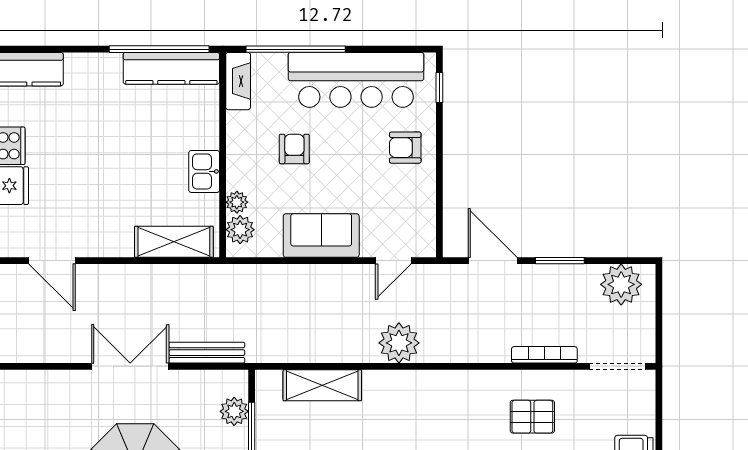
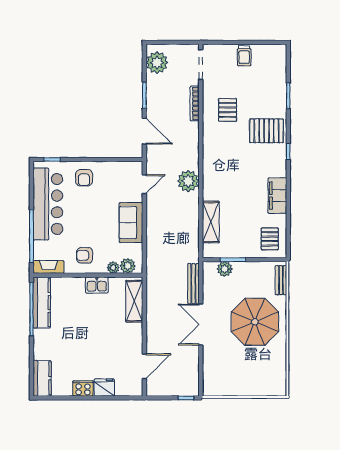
armchair: (294, 149) -> (85, 255), moved
door: (393, 261) -> (144, 184), hinge flipped
door: (493, 261) -> (144, 131), swing flipped

